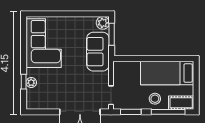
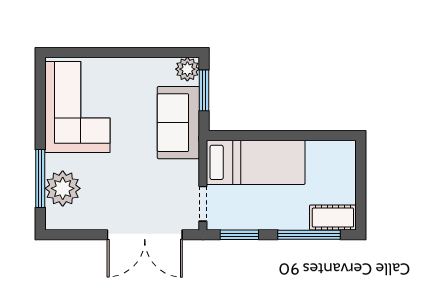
bed: (167, 73) -> (256, 162), moved, turned 180
window: (24, 82) -> (40, 178), width x2.17
plant: (31, 83) -> (63, 188), width x1.88, depth x1.88
stool: (155, 99) -> (284, 210), removed

